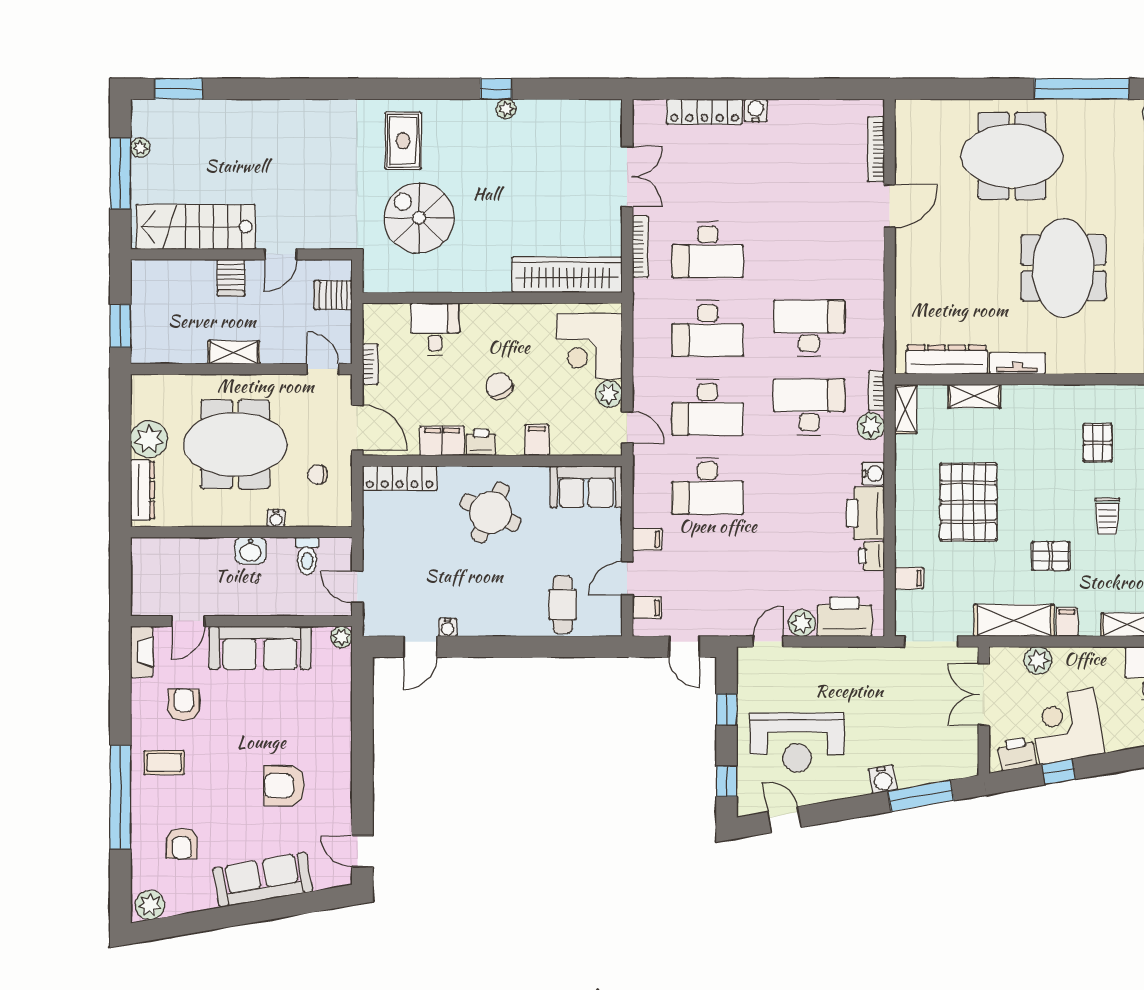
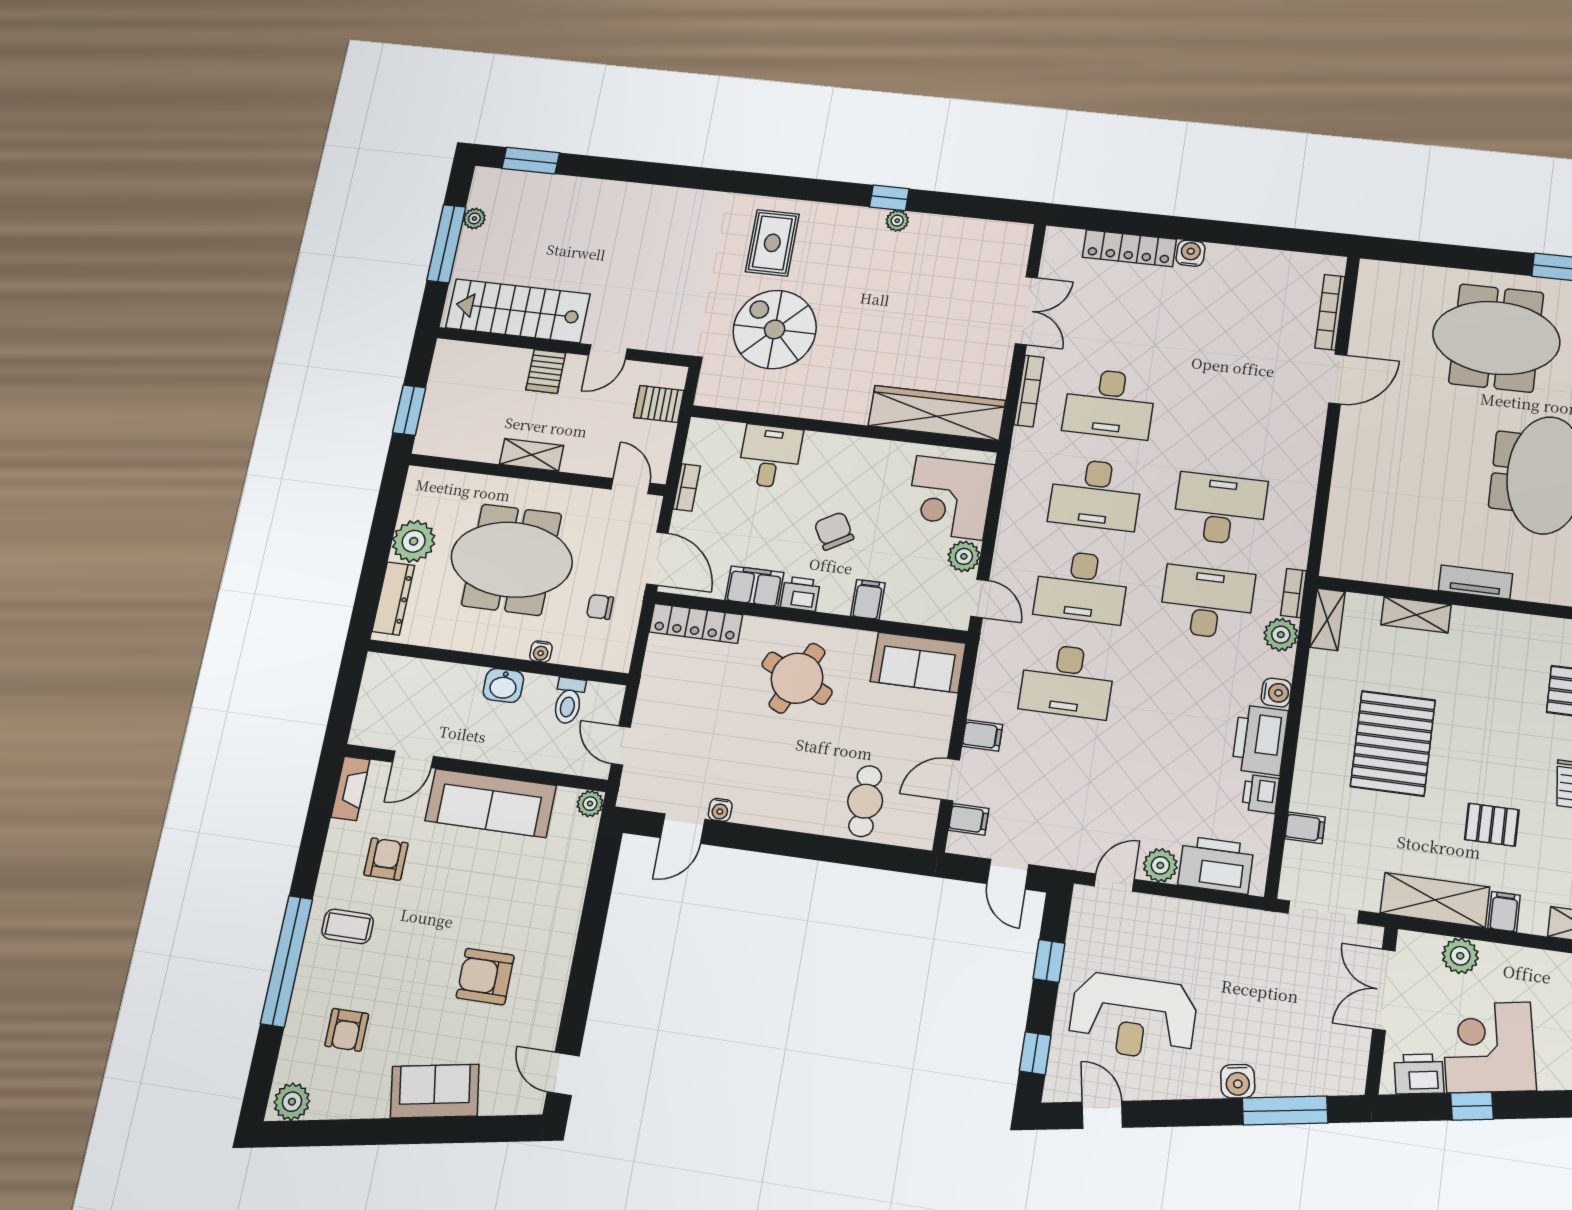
dresser: (947, 360) -> (1386, 567), removed
sofa: (263, 880) -> (435, 1091), width x0.73

